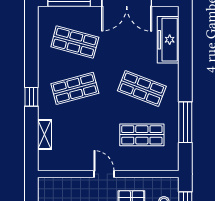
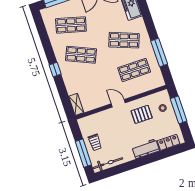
shop shelf: (75, 88) -> (81, 55), turned 39
shelving: (45, 134) -> (76, 104), moved

